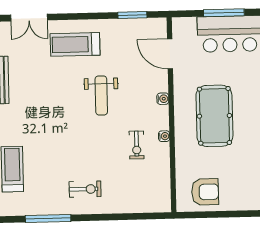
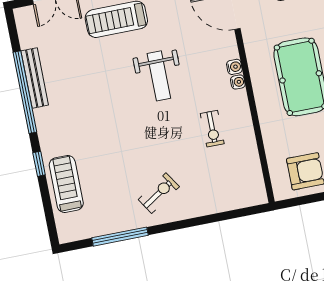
water cooler: (164, 136) -> (238, 82), moved
exercise bike: (85, 189) -> (159, 193), turned -33

